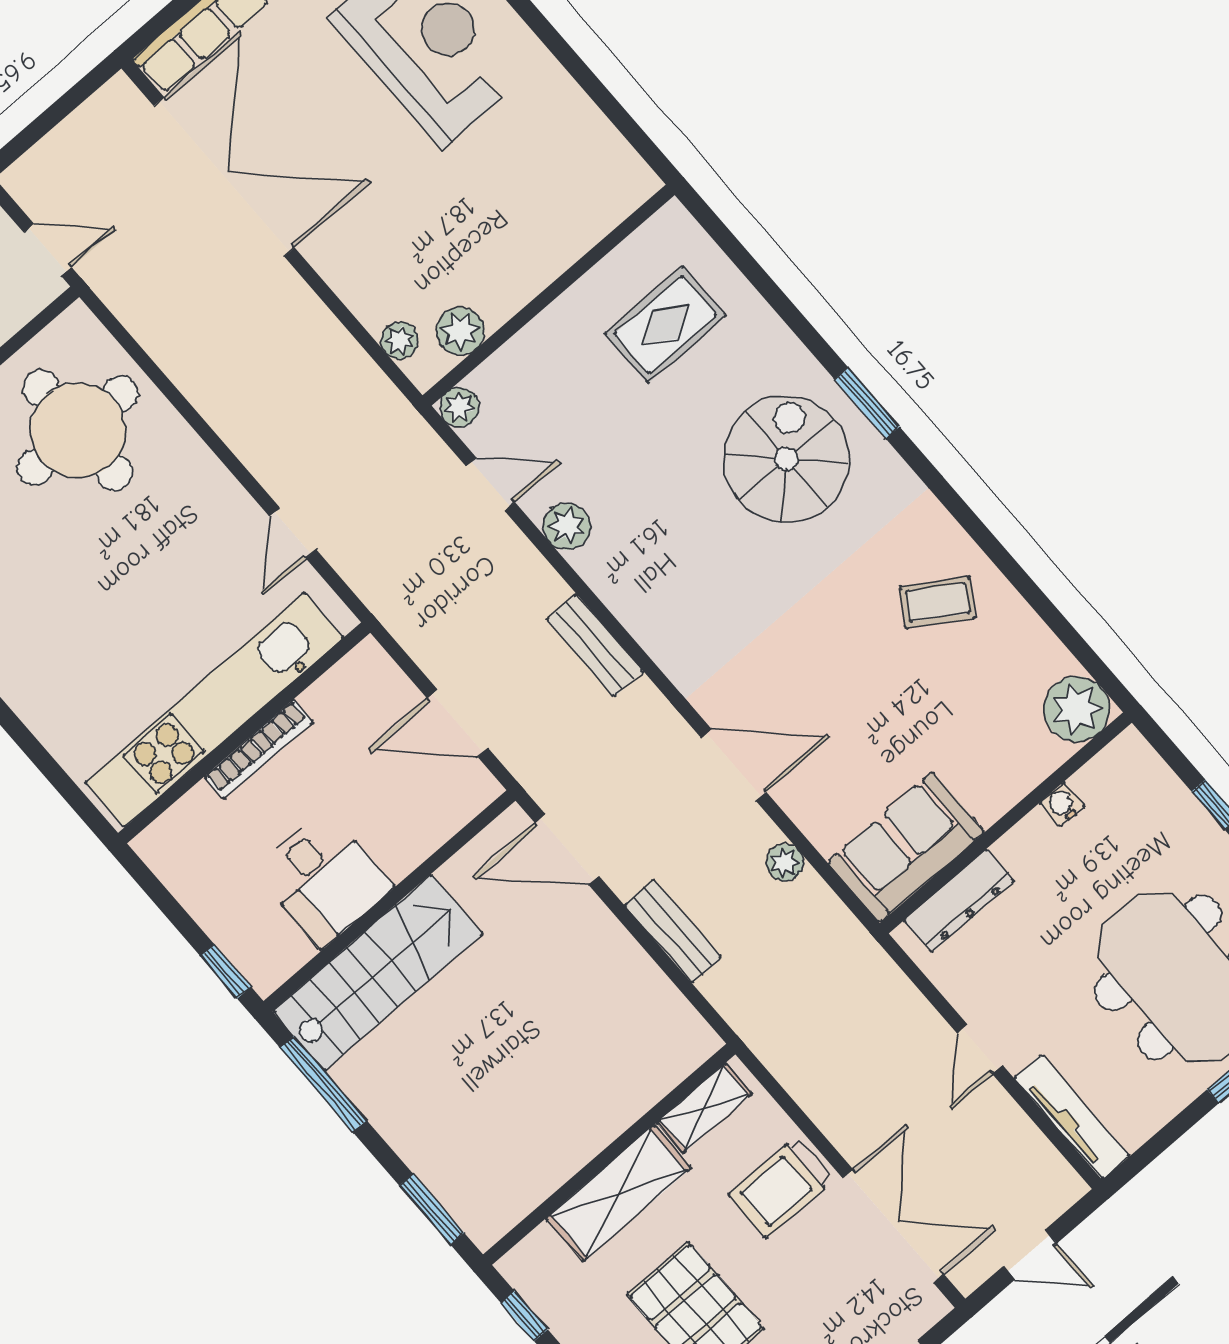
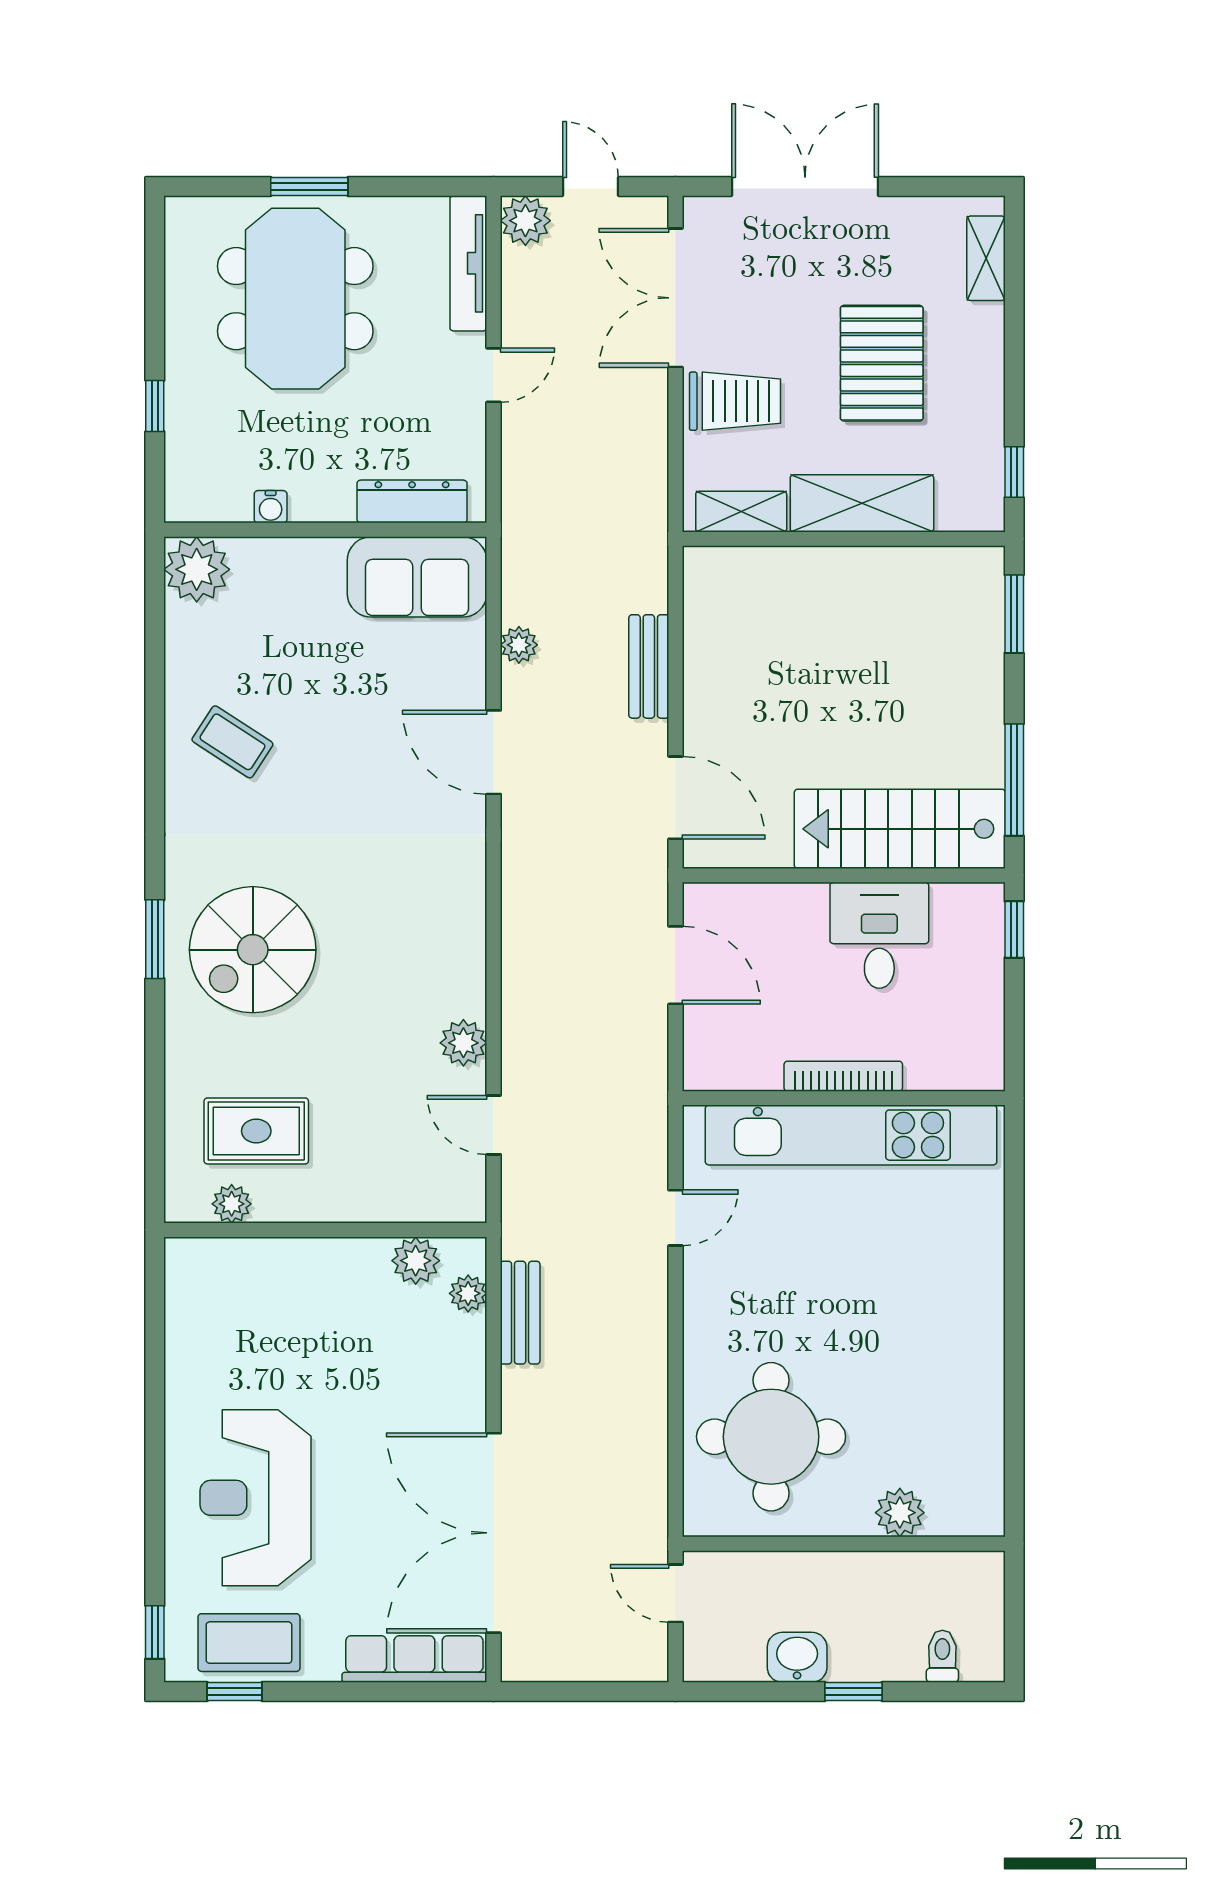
plant: (459, 407) -> (232, 1204), moved
bench: (595, 645) -> (520, 1313), moved
plant: (1057, 1186) -> (525, 221), added

